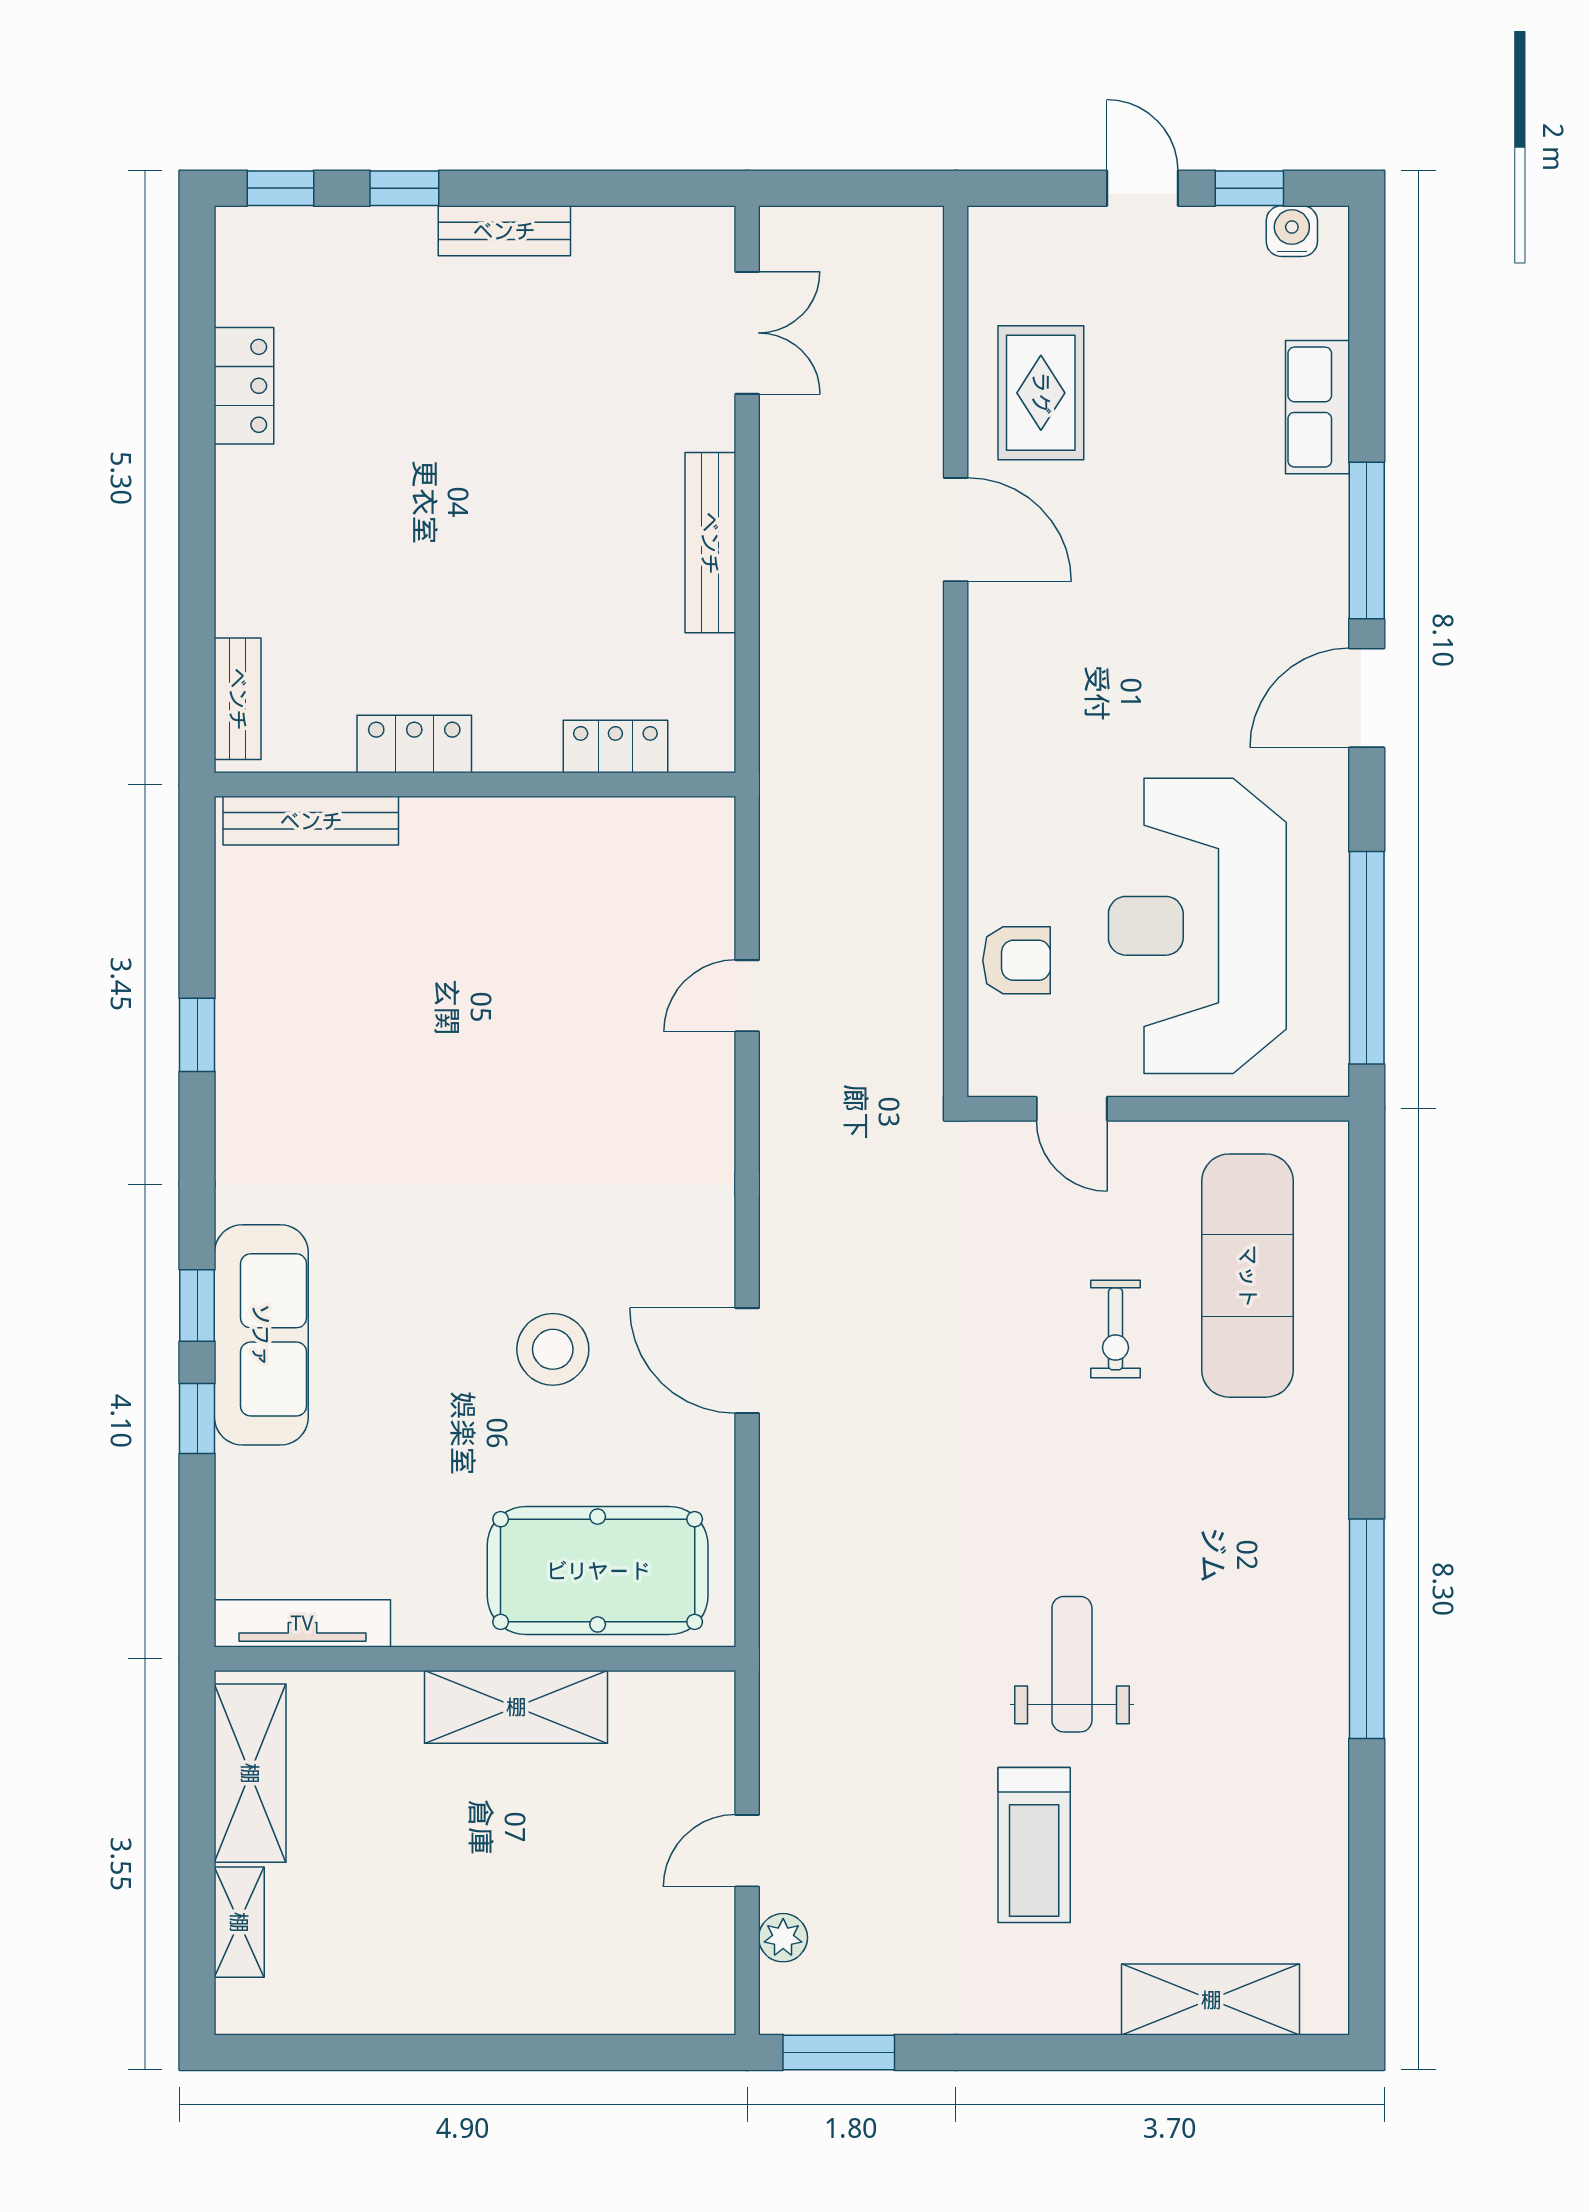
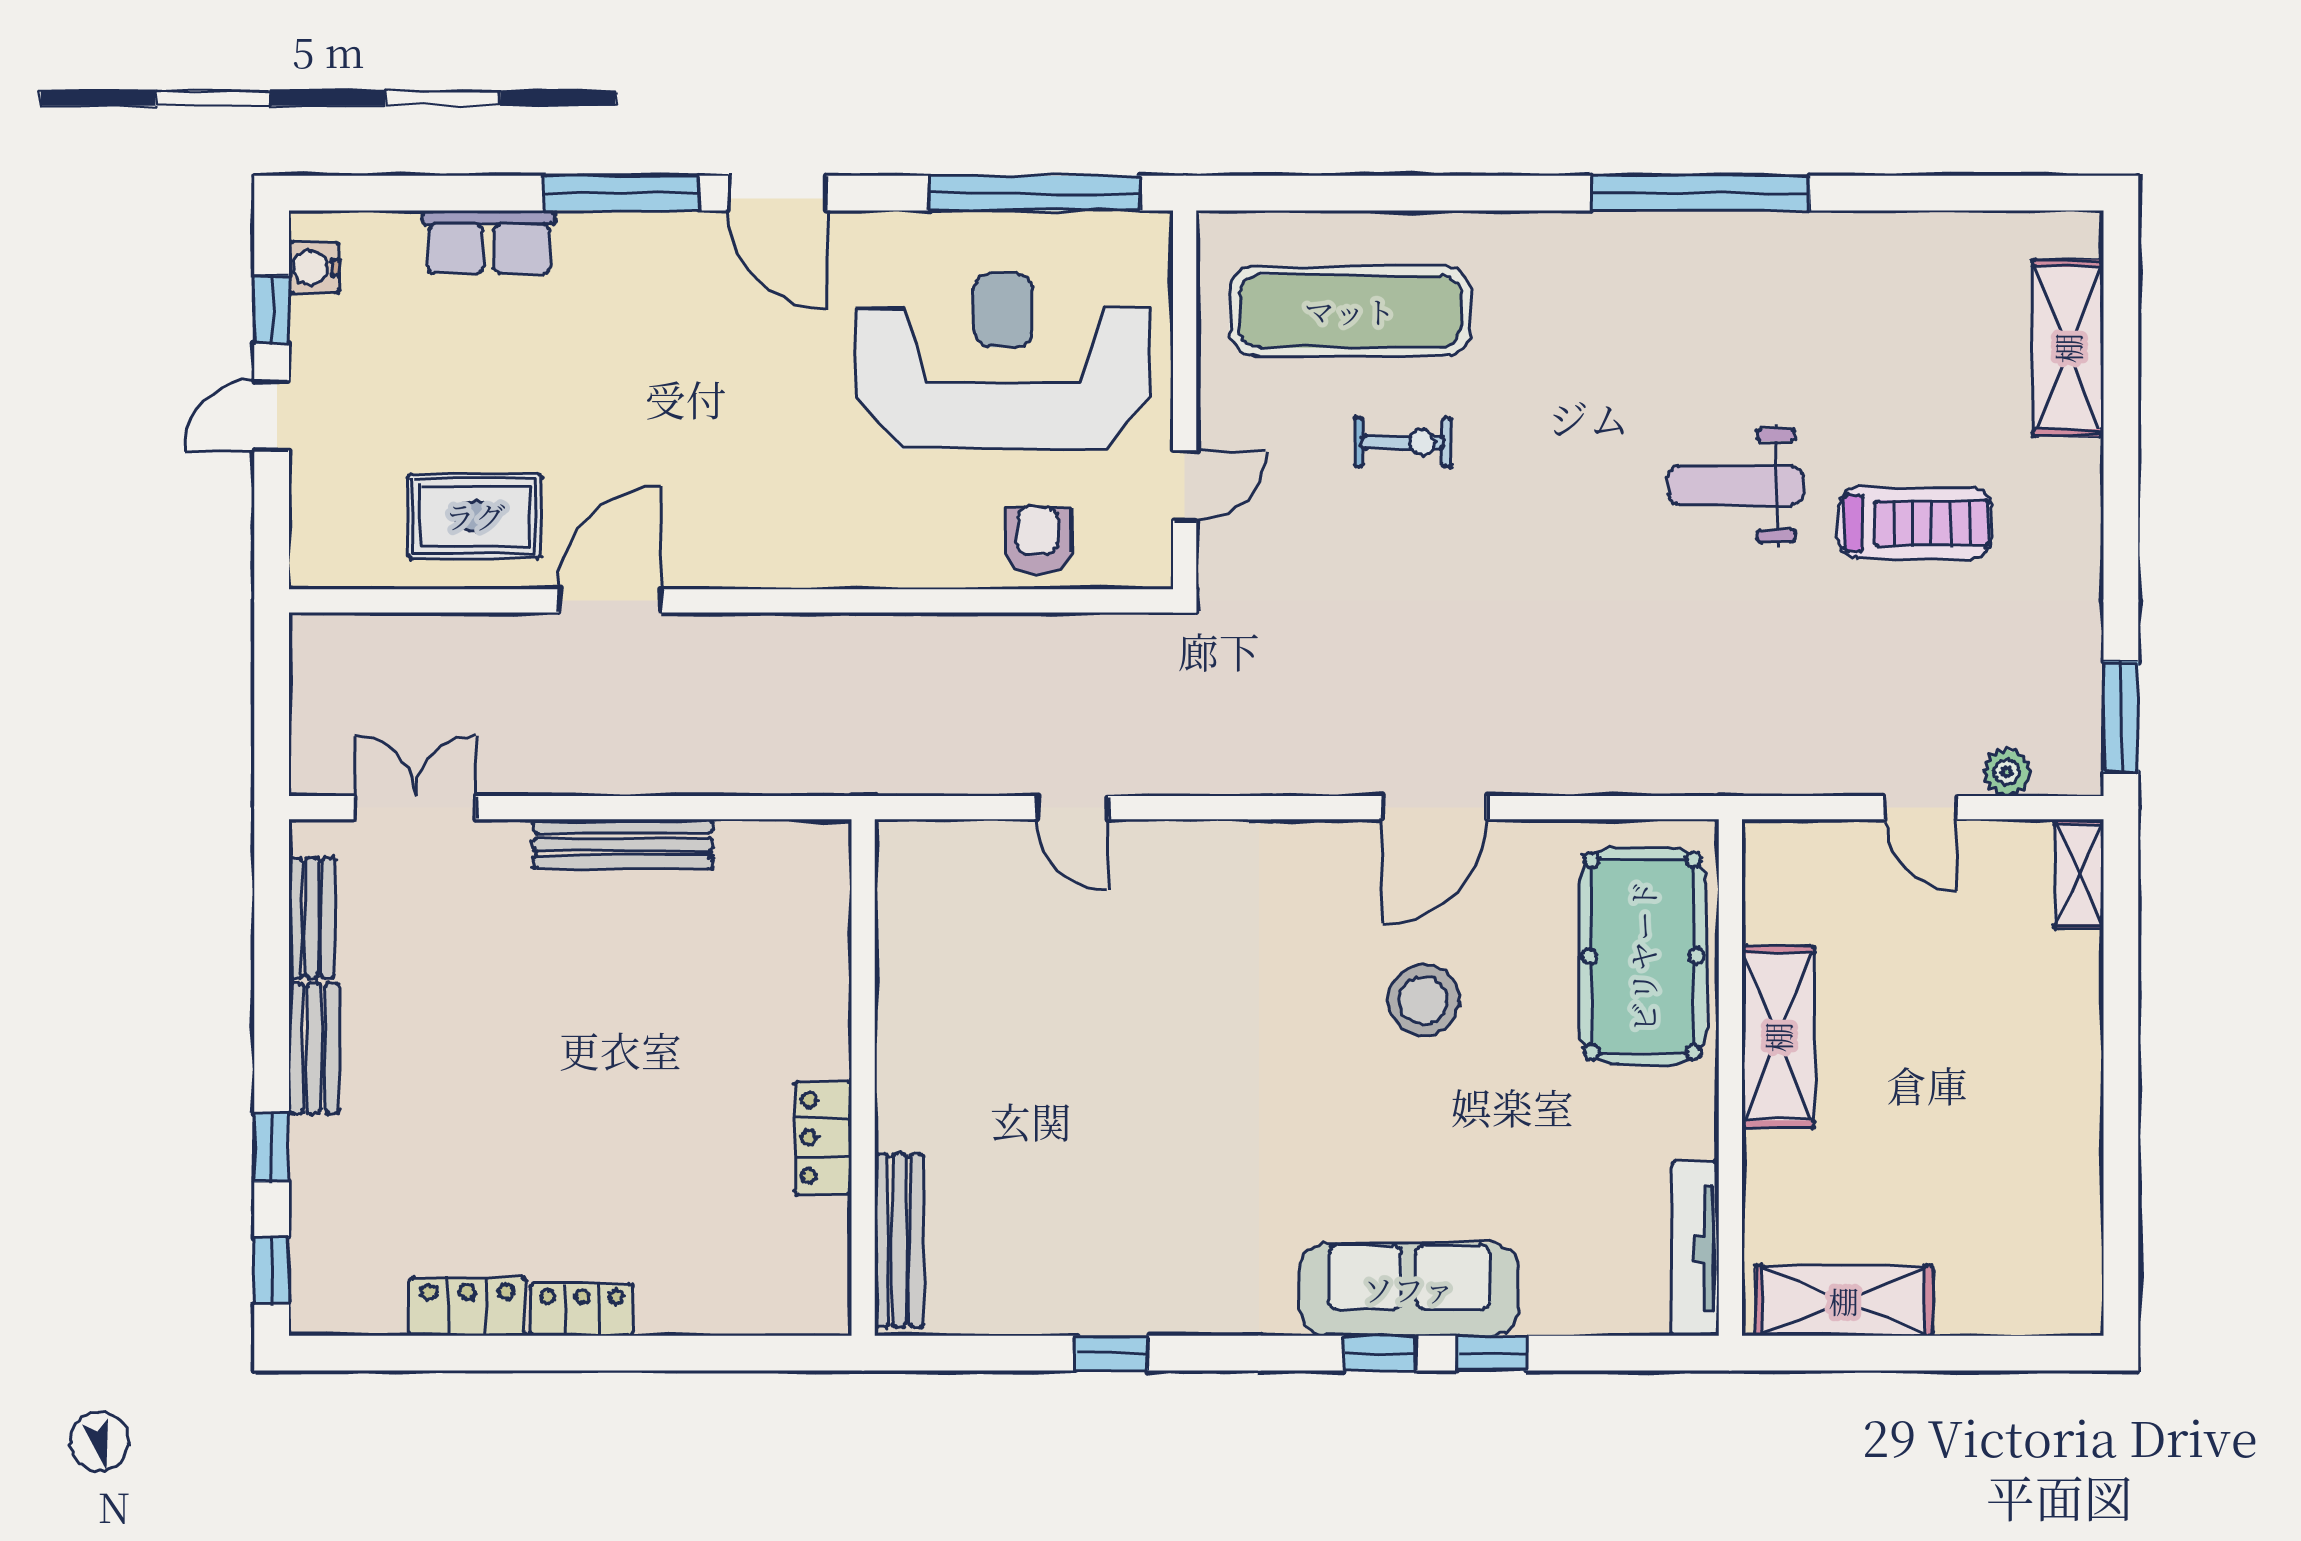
bench: (238, 699) -> (312, 918), moved, turned 90
locker: (615, 747) -> (582, 1310), moved, turned 90
reception desk: (1197, 926) -> (1003, 361), turned 180
shelving: (239, 1922) -> (2079, 874), moved, turned 90

